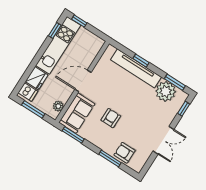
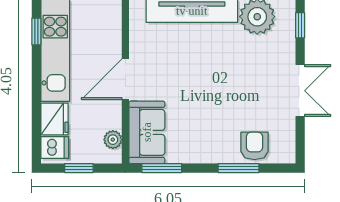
window: (33, 109) -> (79, 168), width x0.67
armchair: (111, 118) -> (202, 108), removed
armchair: (125, 153) -> (254, 146), turned 90

